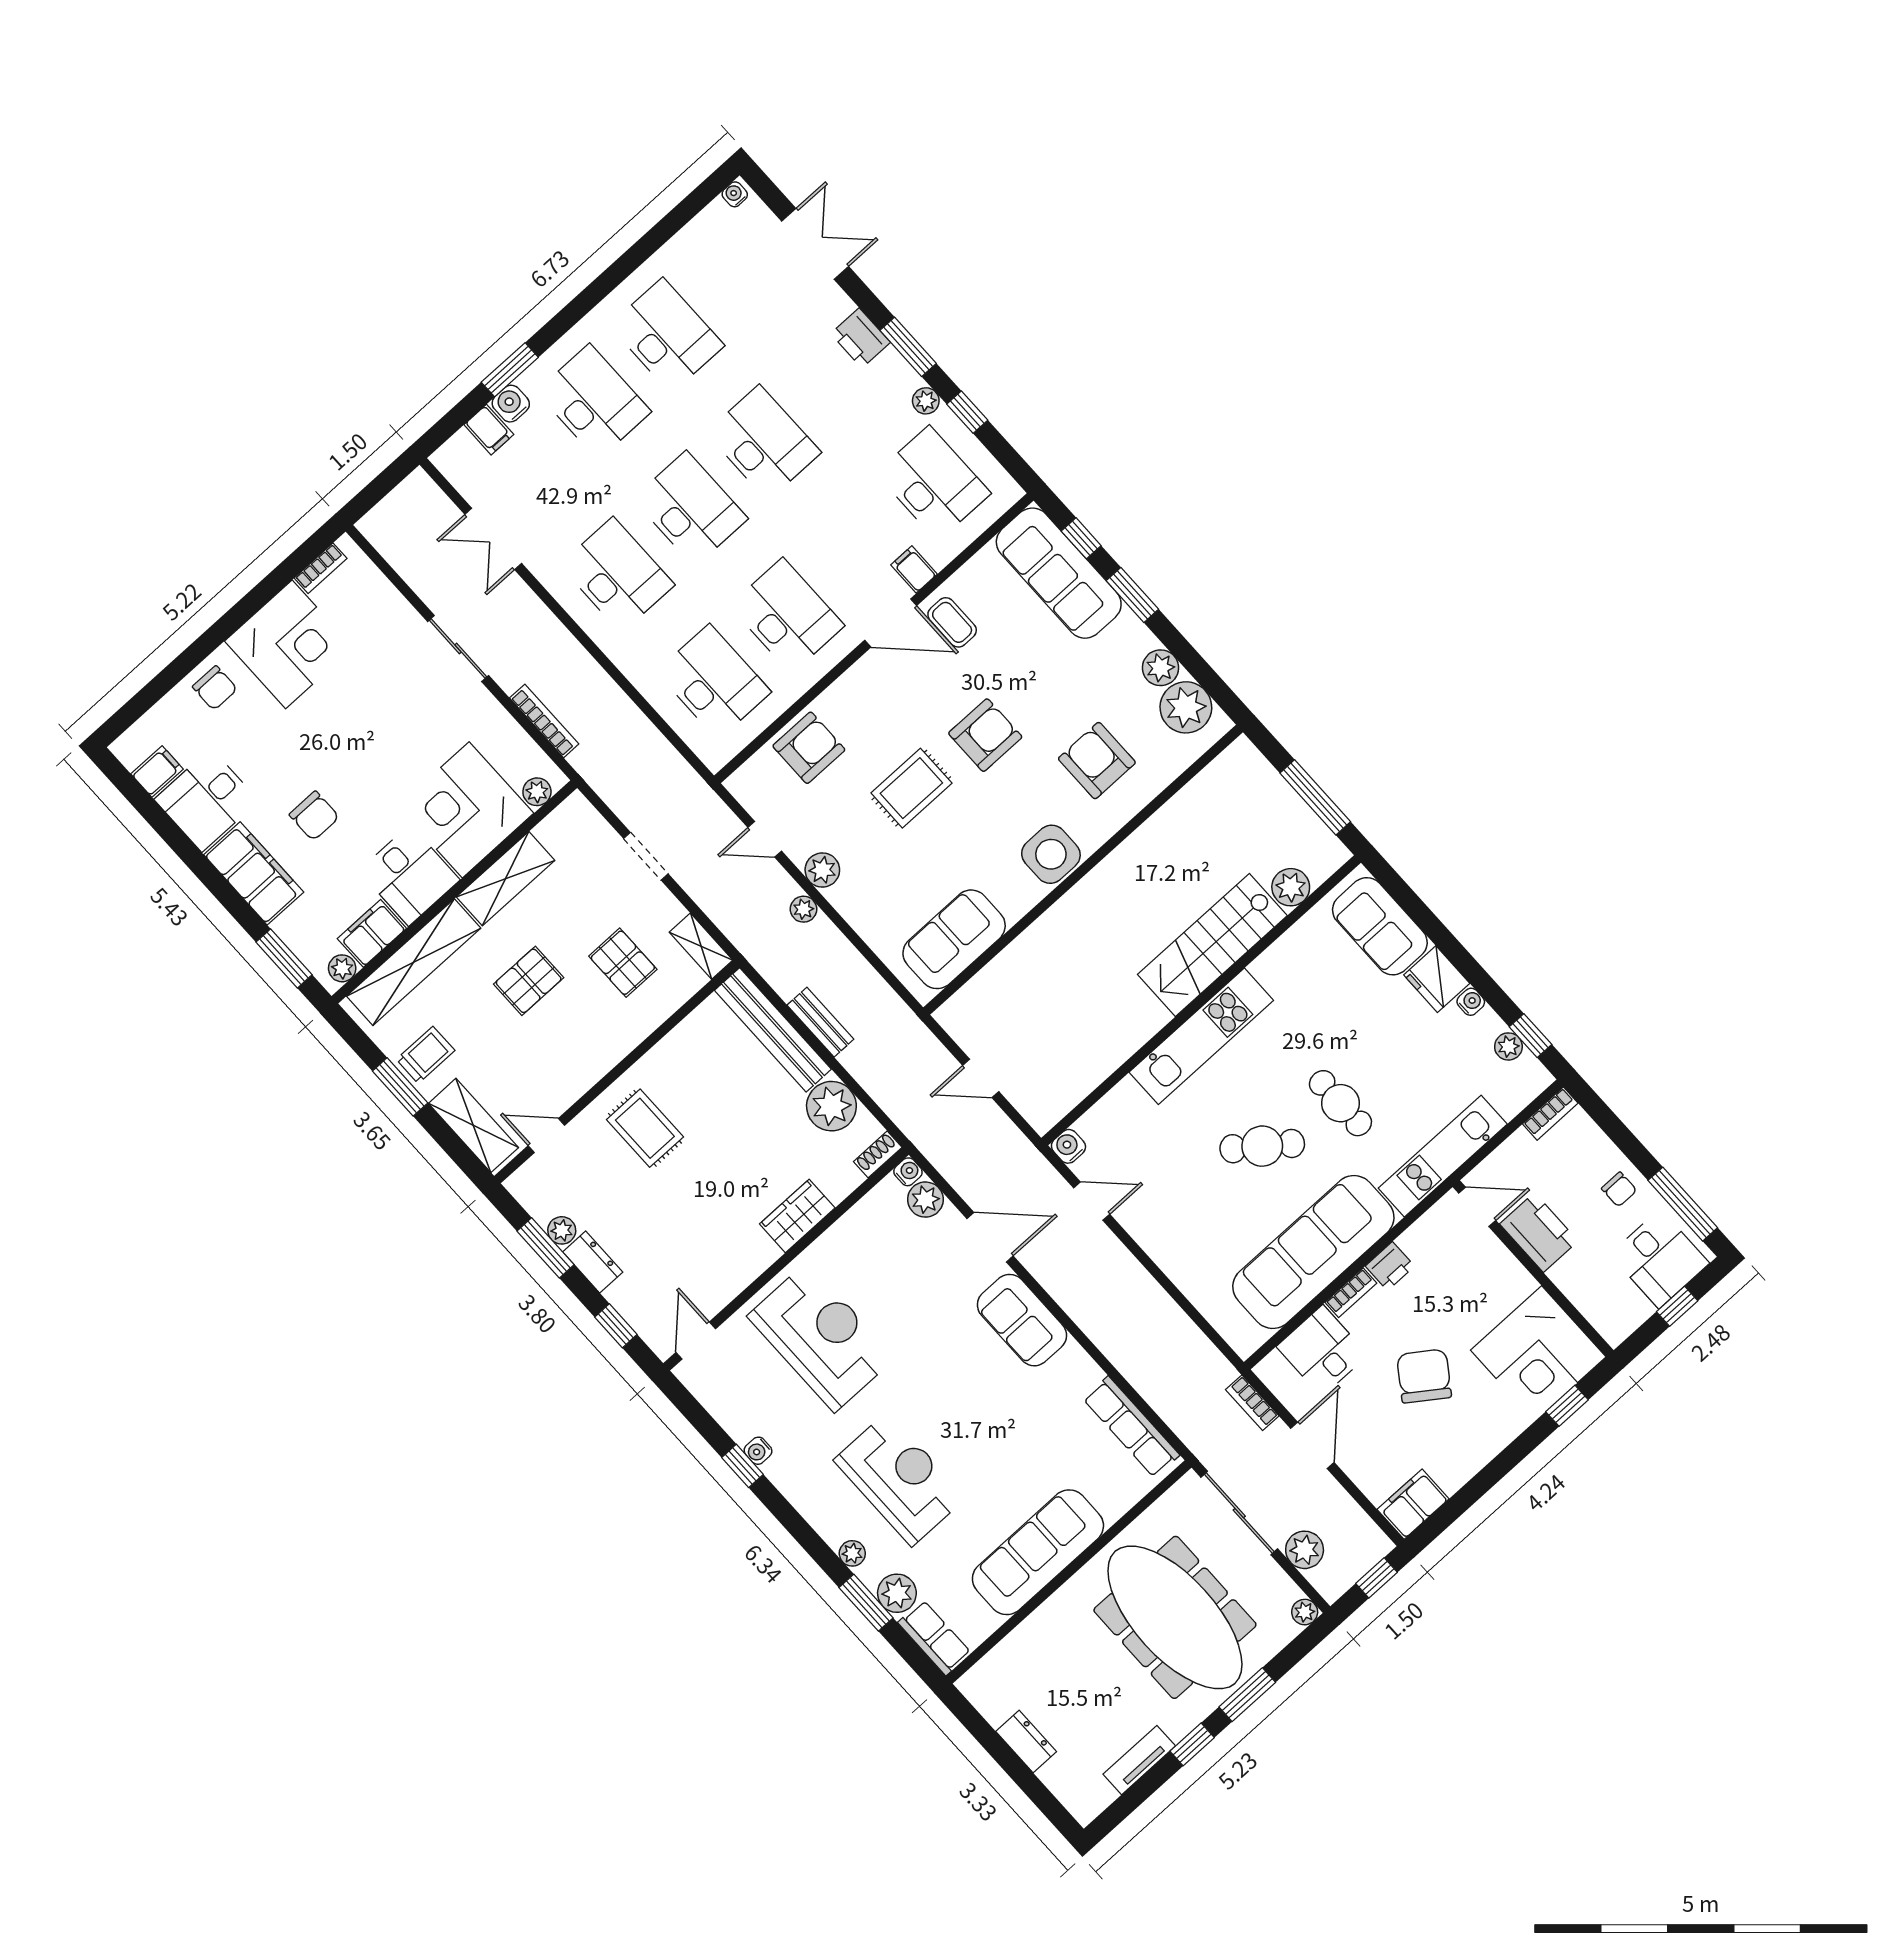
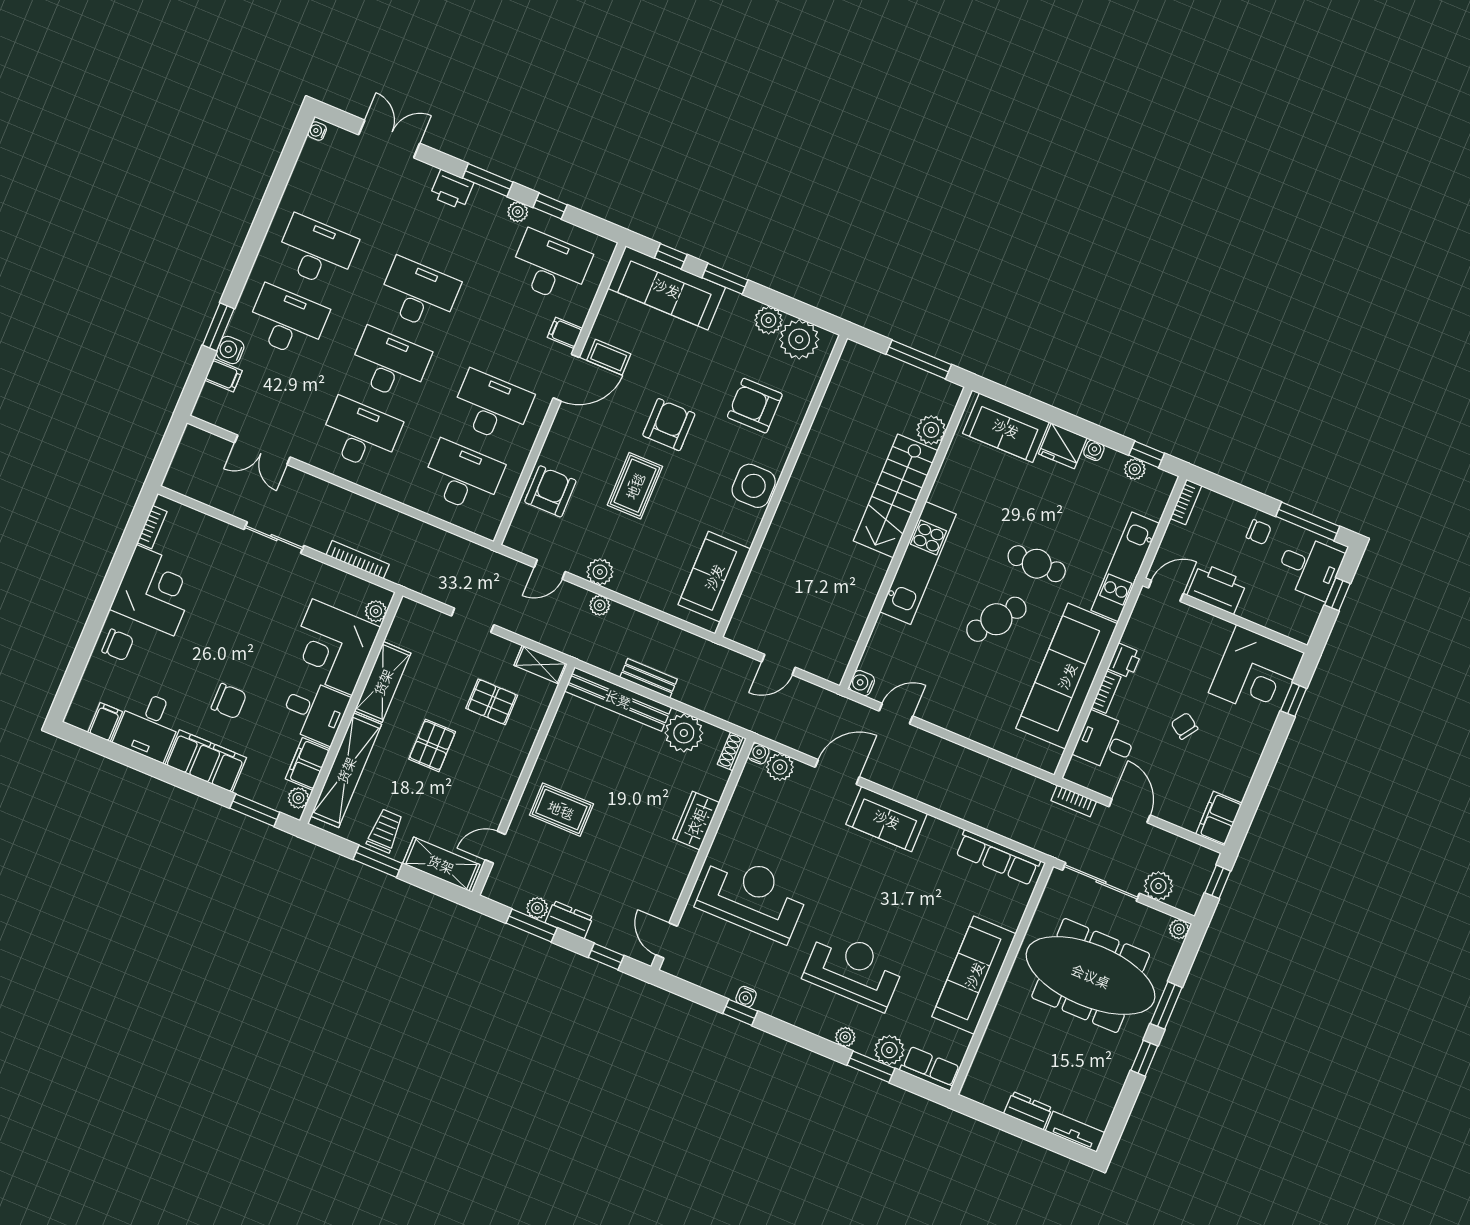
chair: (1424, 1376) -> (1184, 726), width x0.54, depth x0.54
tv unit: (1139, 1760) -> (1075, 1132), moved, turned 90

